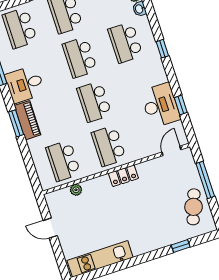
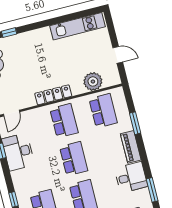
window: (16, 123) -> (135, 123), moved
locker: (123, 176) -> (53, 95), width x1.53
plant: (76, 190) -> (93, 81), width x1.87, depth x1.87

